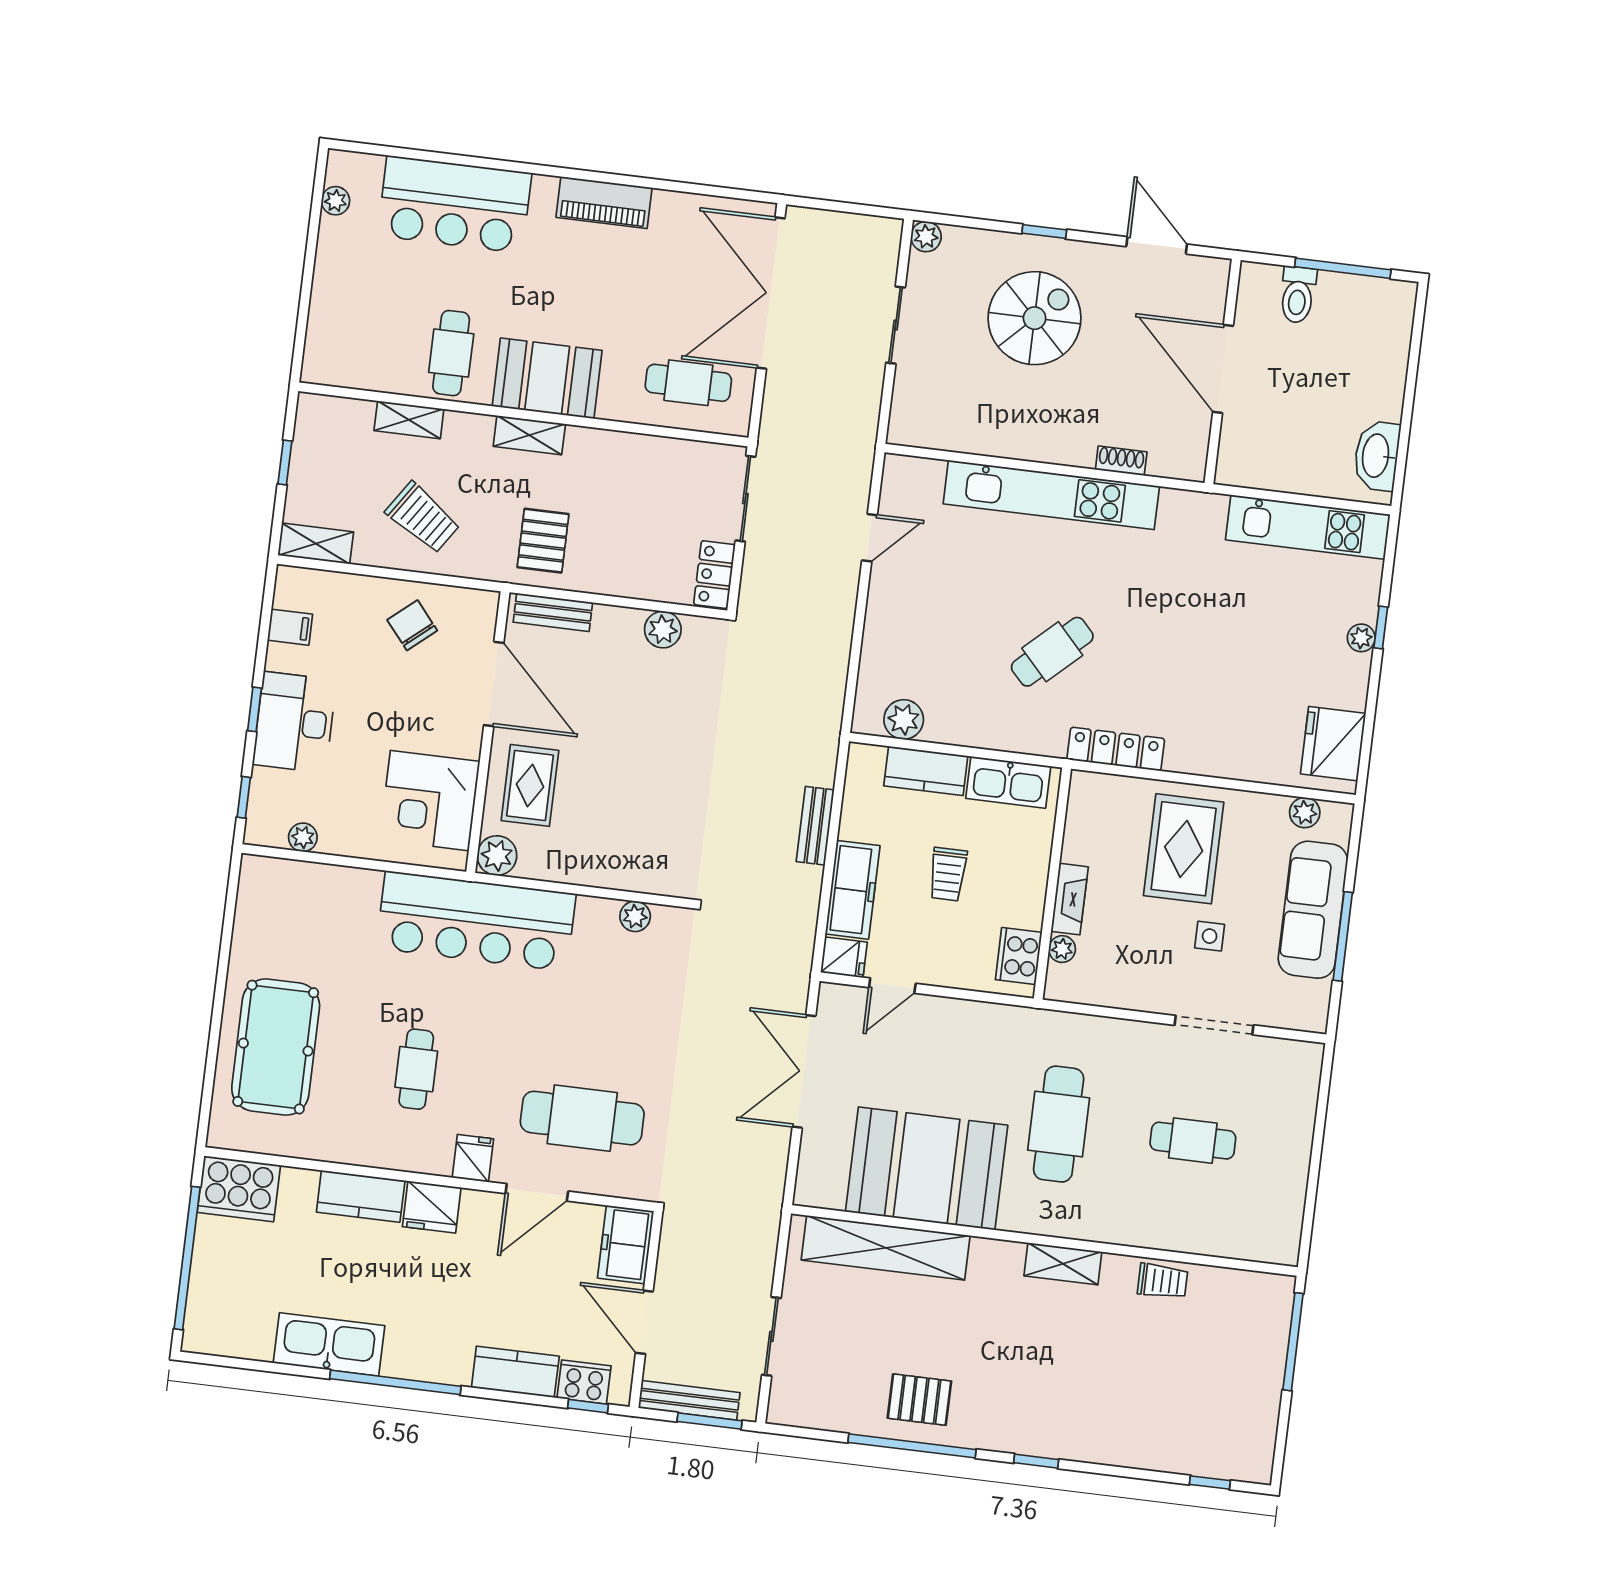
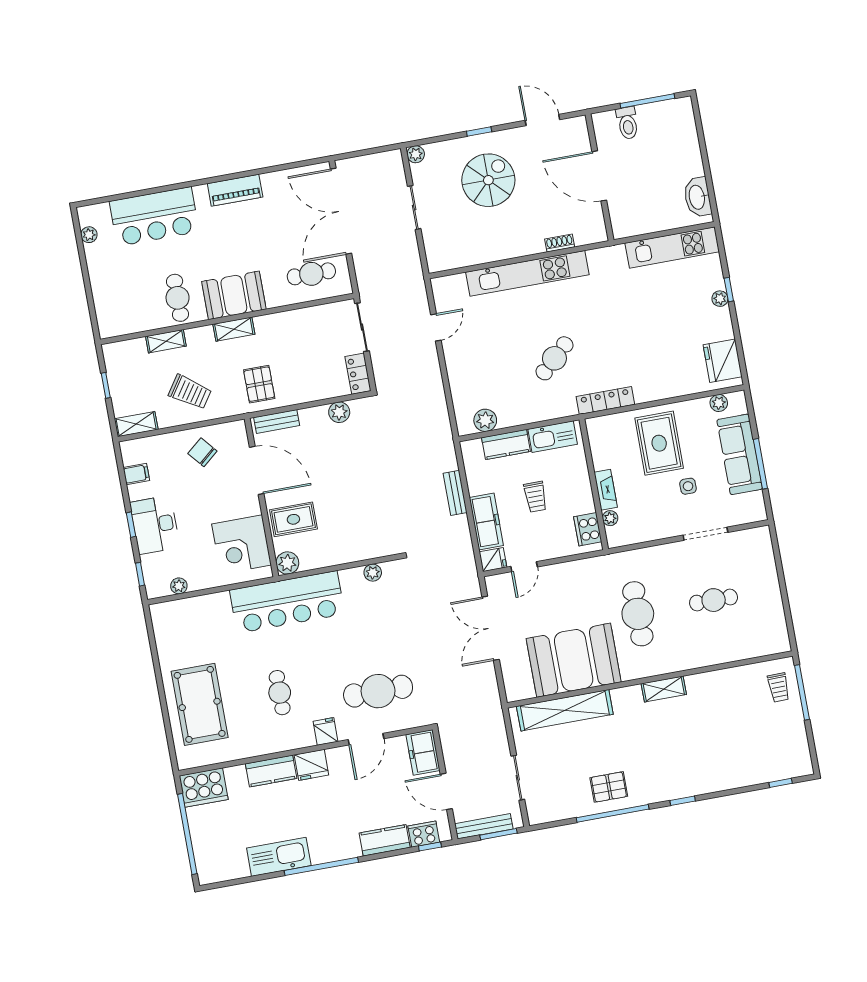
rug: (530, 785) -> (293, 519), turned 90
trolley: (1163, 1281) -> (779, 687), moved, turned 89

